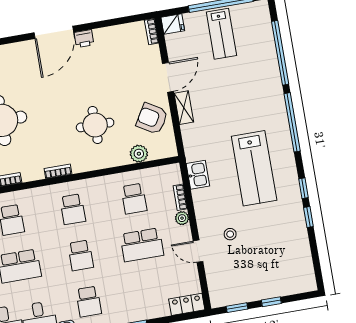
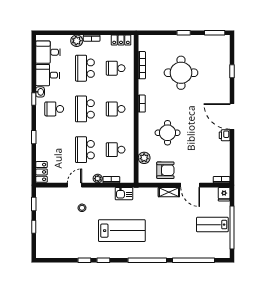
armchair: (152, 119) -> (165, 170), turned 59
lab bench: (254, 168) -> (122, 231), turned 180
school desk: (81, 255) -> (85, 109), width x1.85

